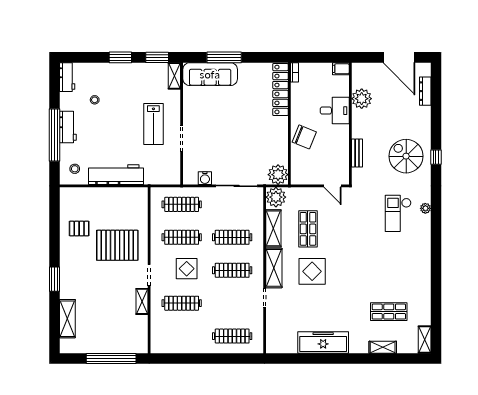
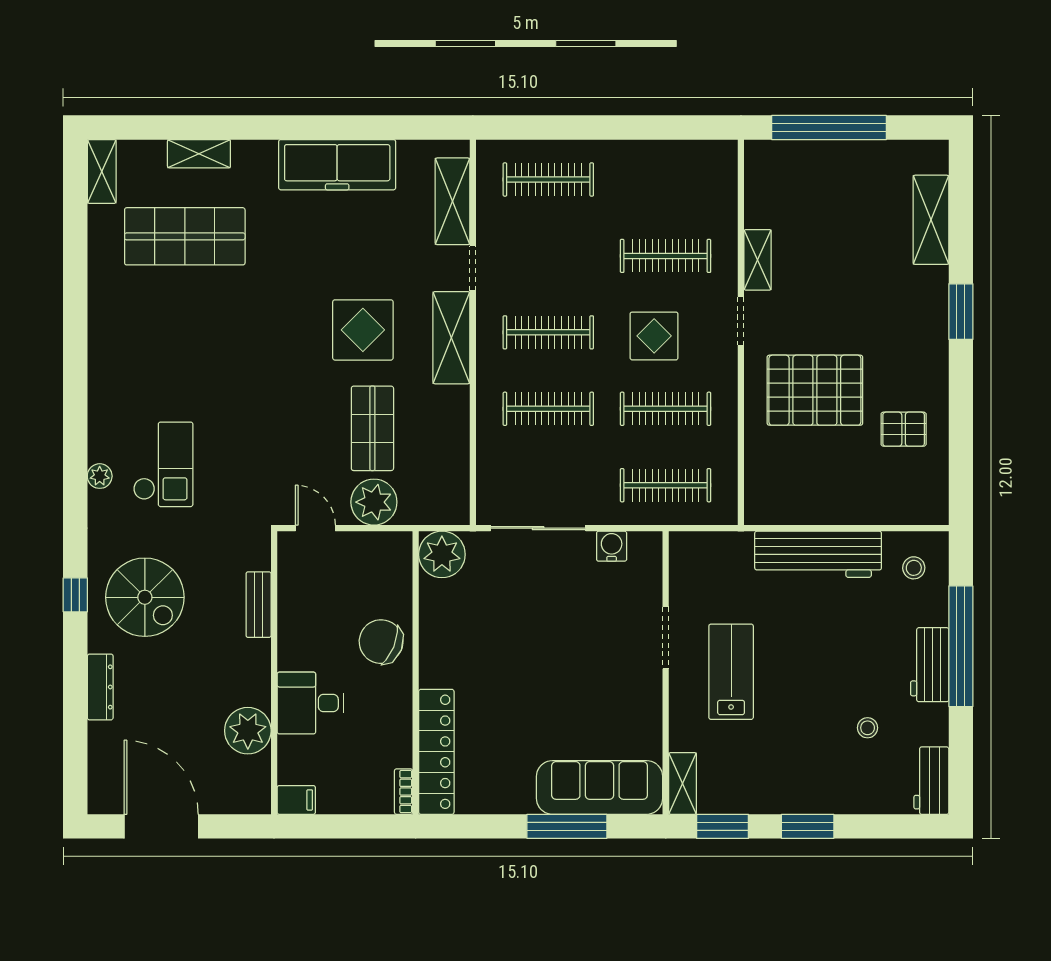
dresser: (425, 91) -> (100, 687), moved
plant: (276, 197) -> (374, 502), moved
shelving: (273, 228) -> (453, 201), moved
shop shelf: (389, 312) -> (185, 236), width x1.43, depth x1.36

